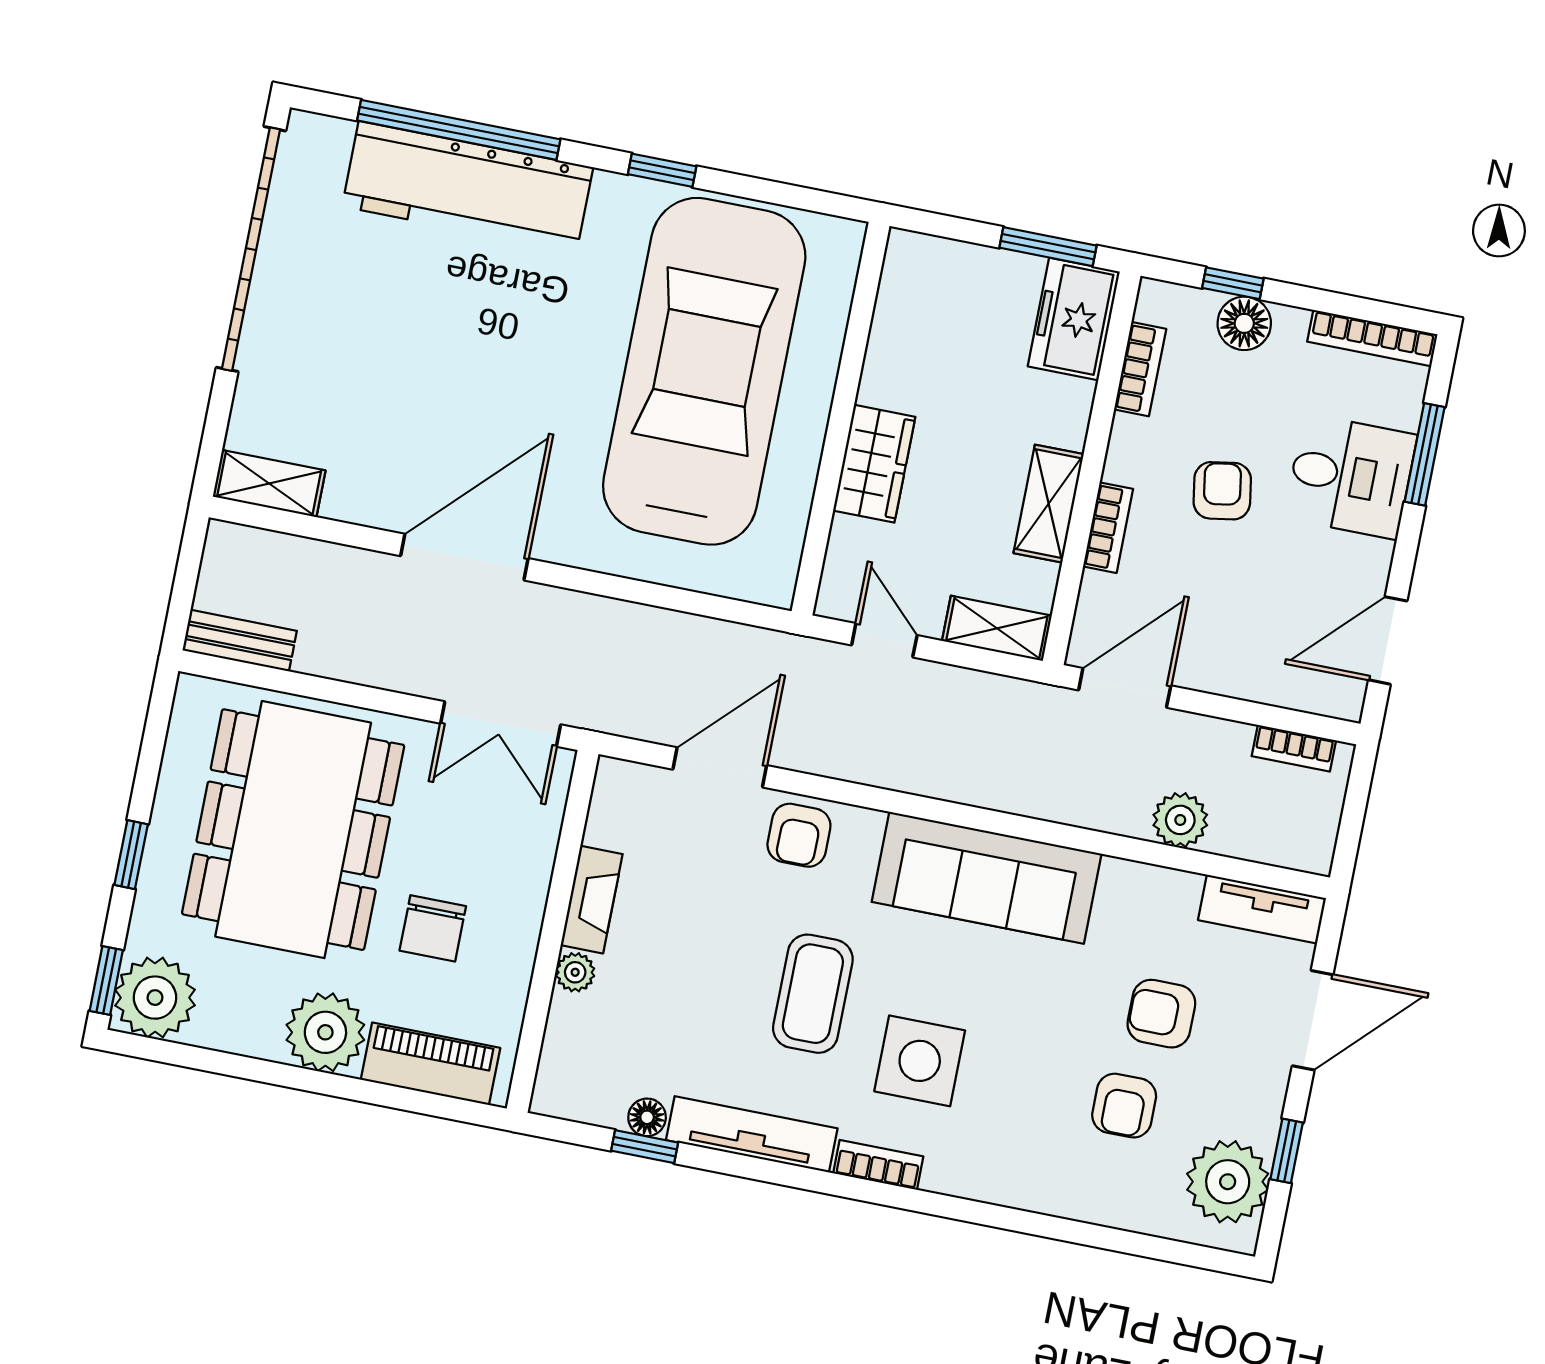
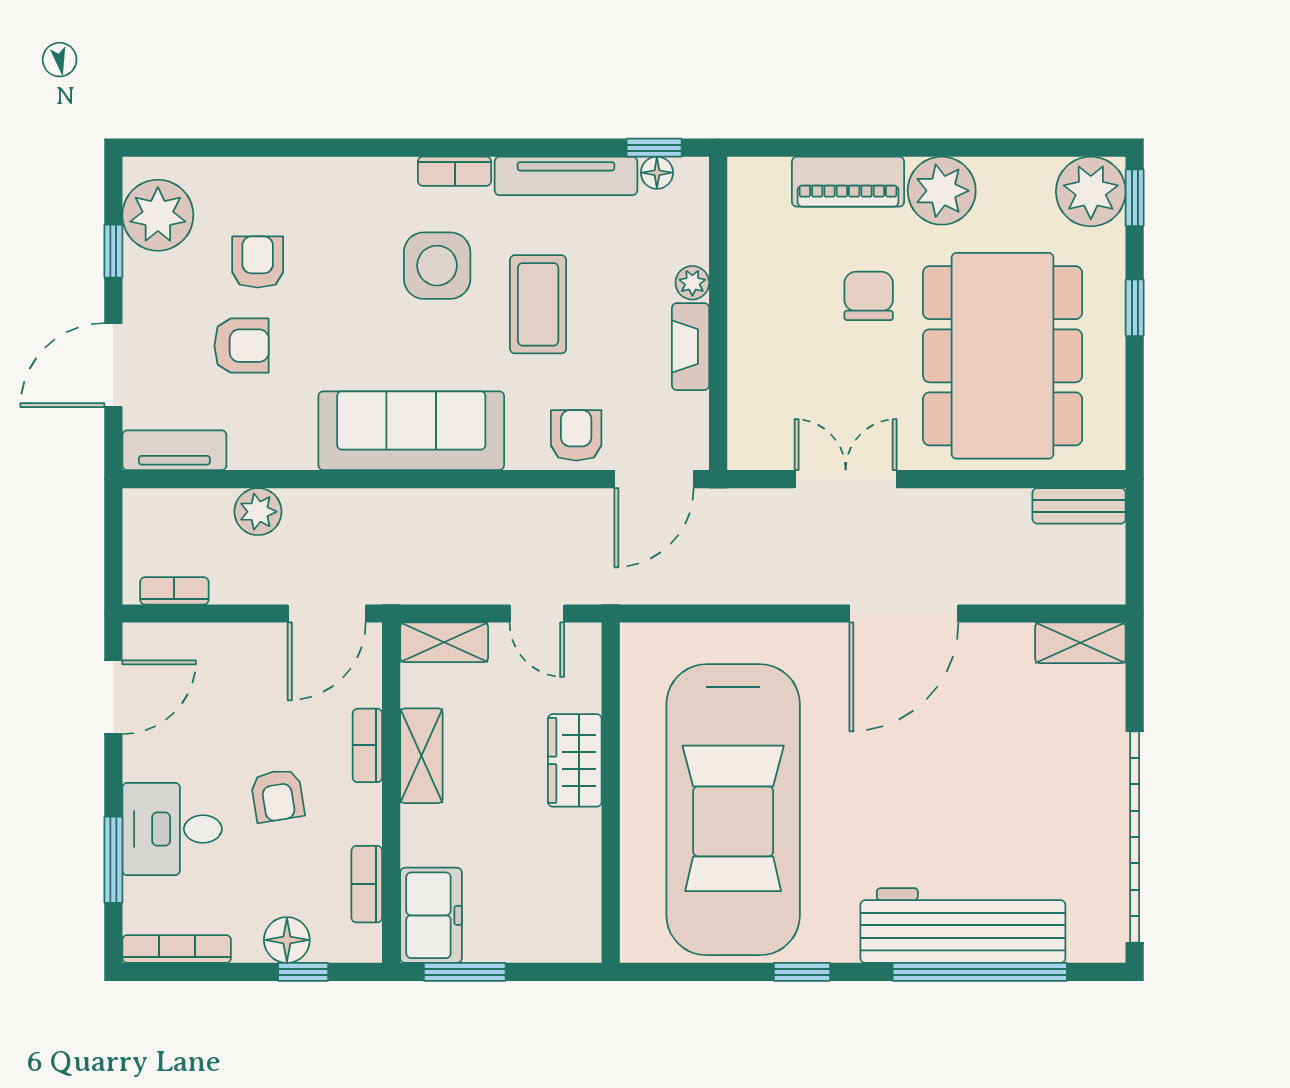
fireplace: (592, 900) -> (691, 347), moved
wall: (553, 931) -> (718, 313), moved
plant: (575, 972) -> (692, 283), moved

